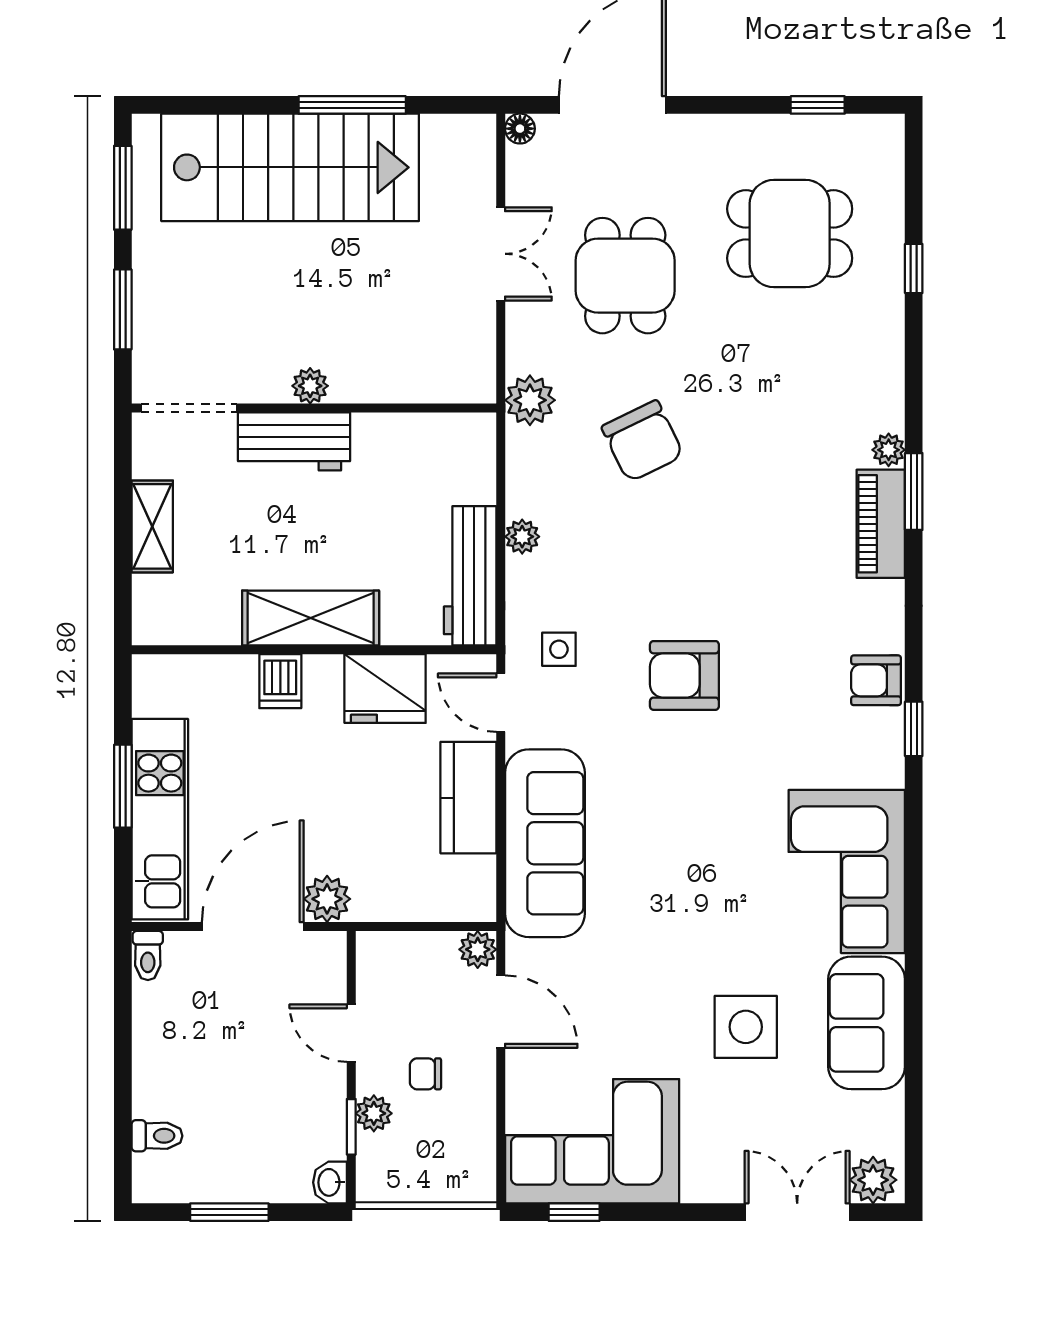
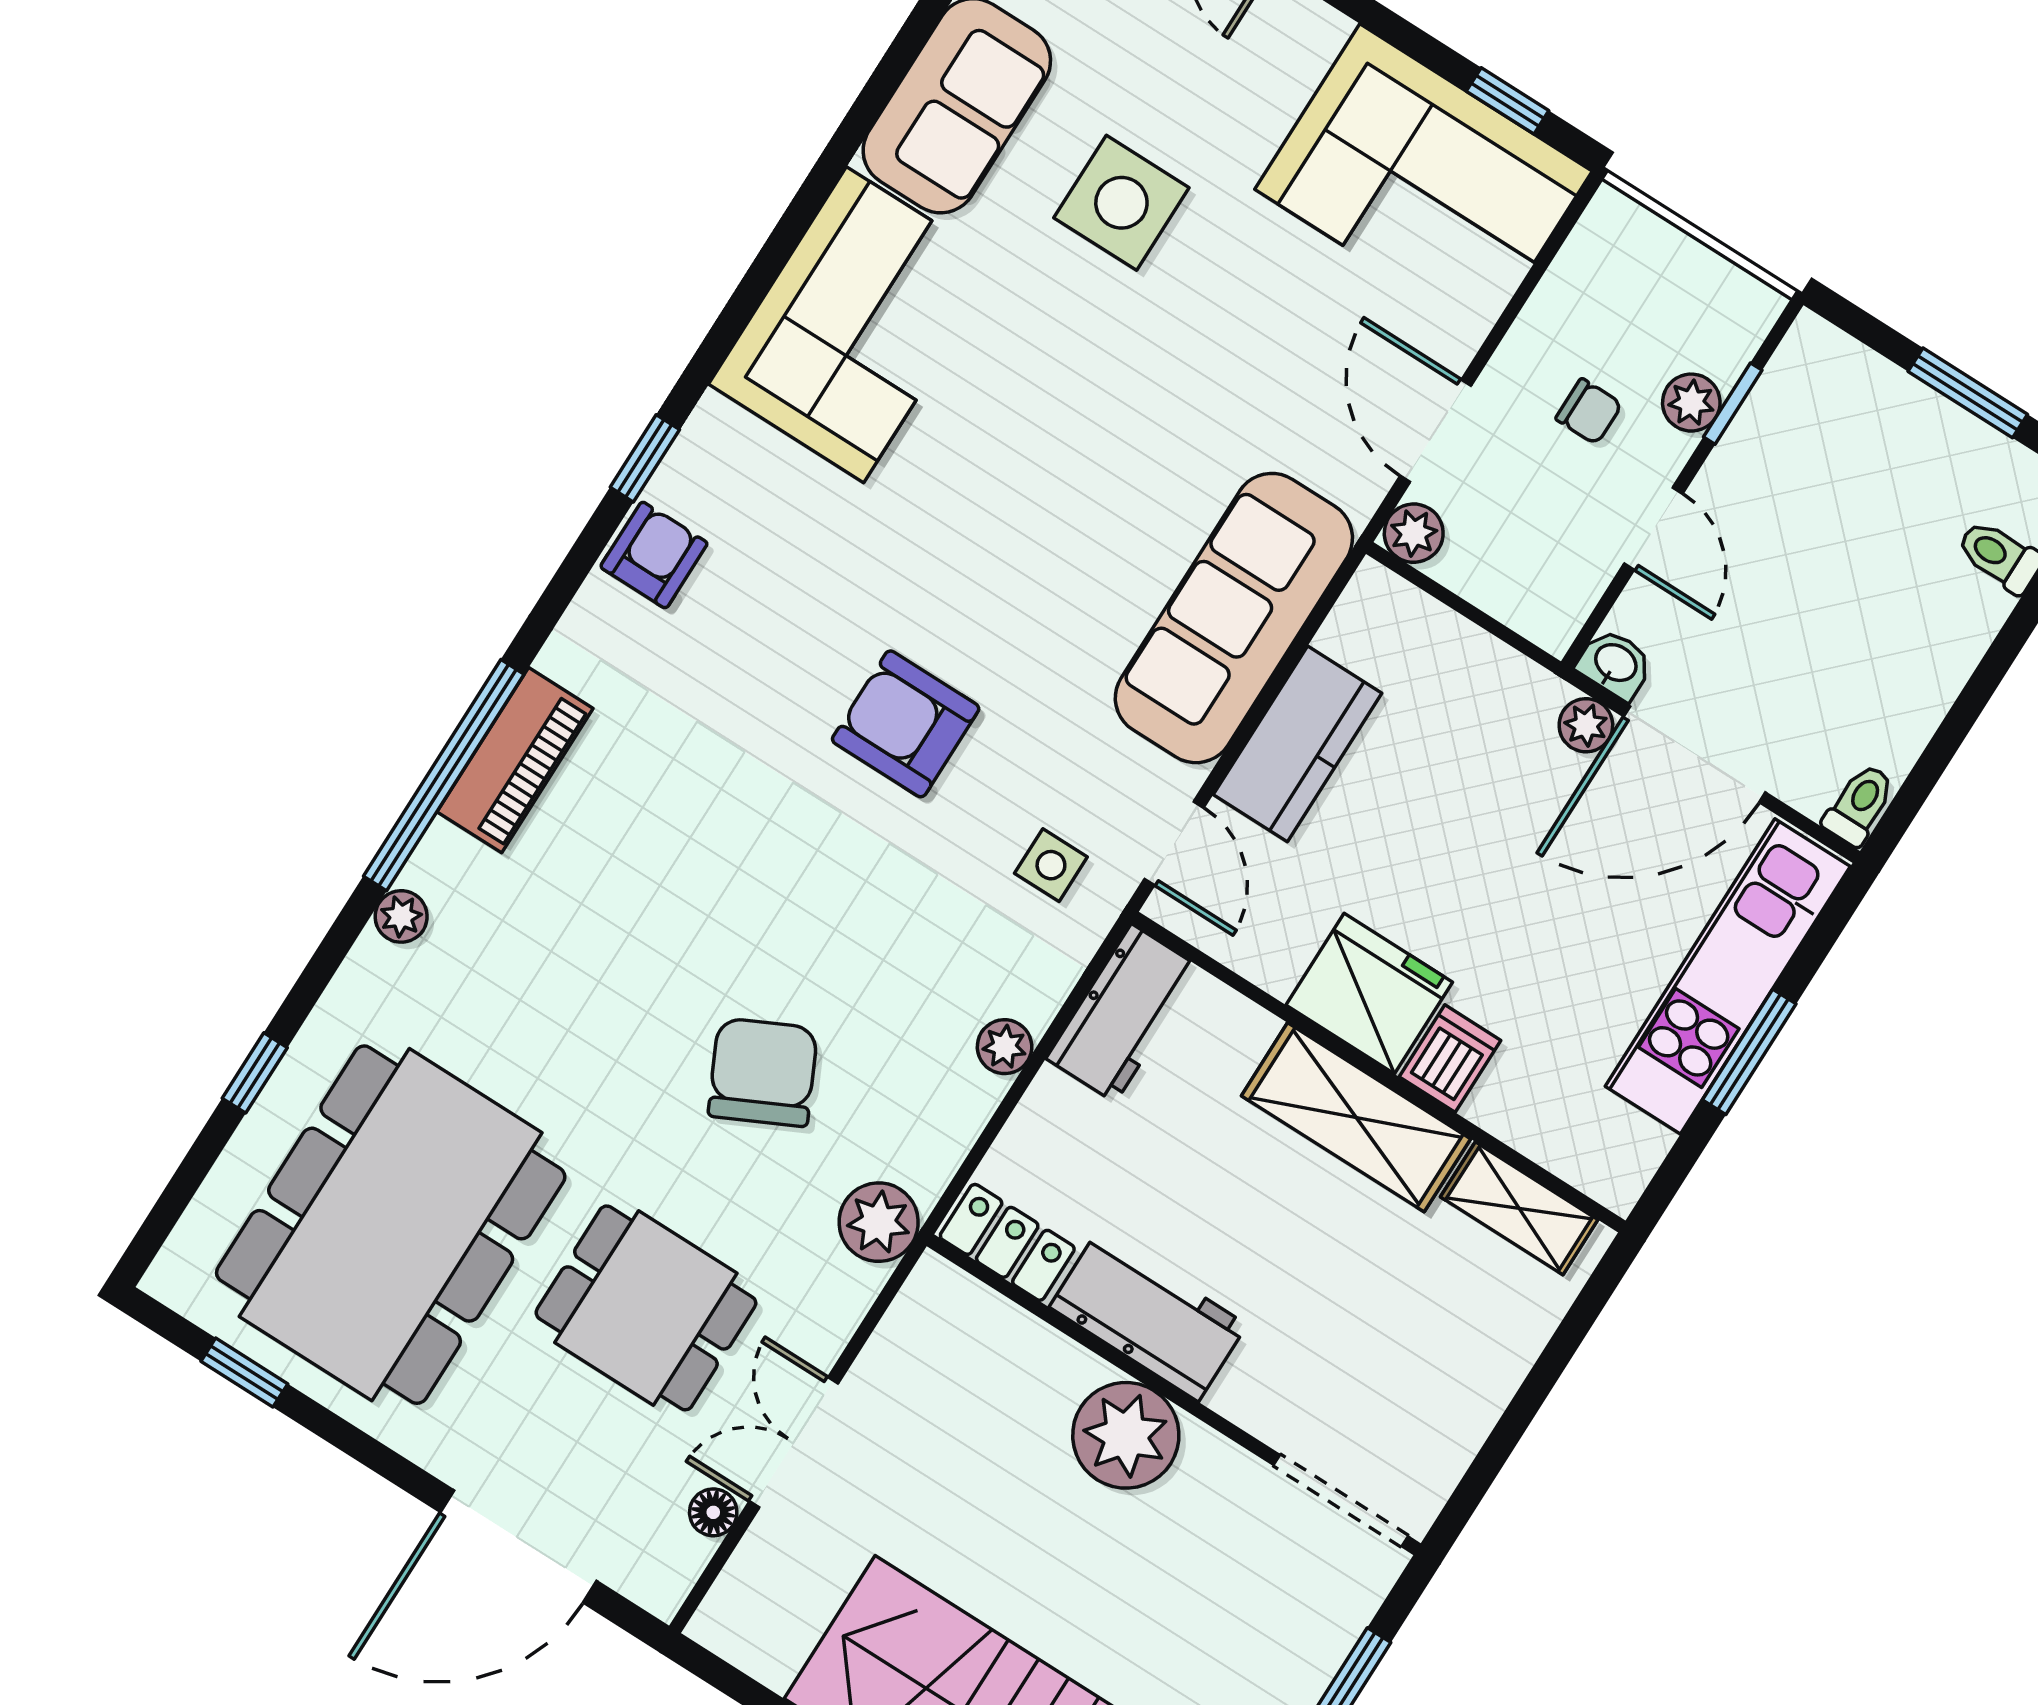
floor lamp: (520, 129) -> (713, 1512), moved
dining table: (790, 234) -> (391, 1225), width x1.88, depth x1.24
dining table: (625, 276) -> (646, 1308), turned 90
plant: (310, 386) -> (1126, 1435), width x1.88, depth x1.88
locker: (454, 433) -> (1007, 1242), added
workbench: (294, 441) -> (1148, 1316), moved
plant: (889, 450) -> (401, 916), moved
window: (914, 492) -> (444, 775), width x2.11
shelving: (152, 526) -> (1519, 1208), moved, turned 90
workbench: (470, 576) -> (1123, 1013), width x0.73
armchair: (684, 675) -> (906, 724), turned 180
armchair: (876, 680) -> (654, 555), turned -90
fridge: (385, 689) -> (1369, 994), moved
plant: (327, 899) -> (1586, 725), width x0.73, depth x0.73
washbasin: (330, 1182) -> (1615, 664), moved, turned -90

